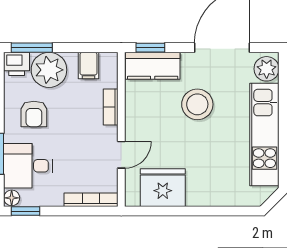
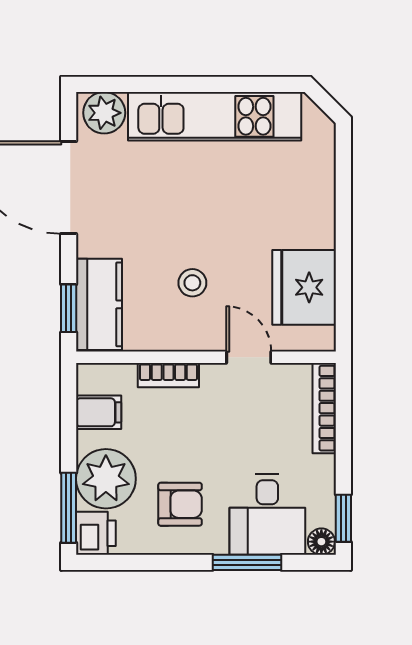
stool: (197, 104) -> (192, 283), moved, width x0.53, depth x0.53

